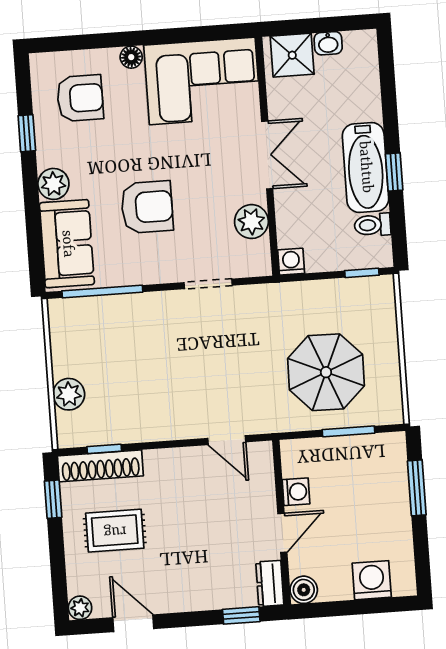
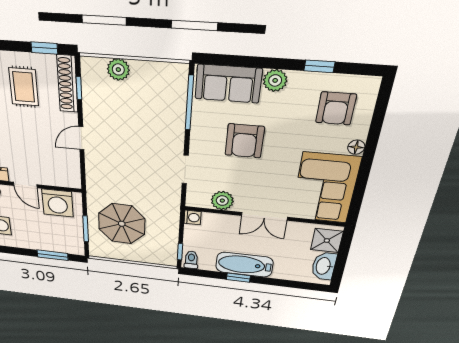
washbasin: (328, 43) -> (324, 266), width x1.91, depth x1.45
toilet: (373, 225) -> (191, 260), moved
door: (227, 440) -> (81, 138), moved
washing machine: (296, 492) -> (58, 203), width x1.89, depth x1.89

